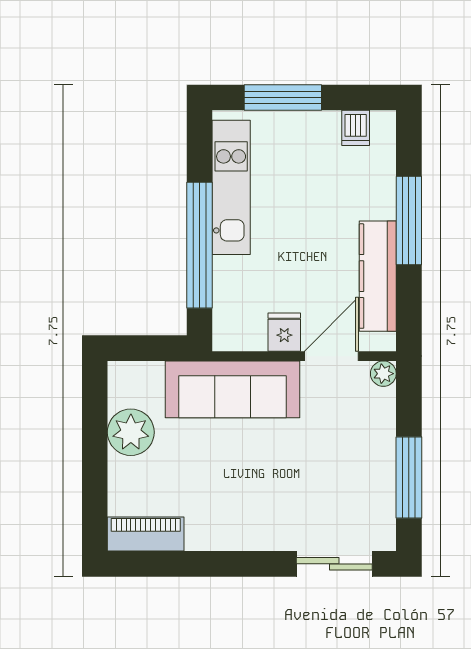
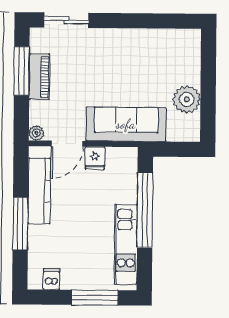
piano: (146, 534) -> (39, 77), moved, turned -90

